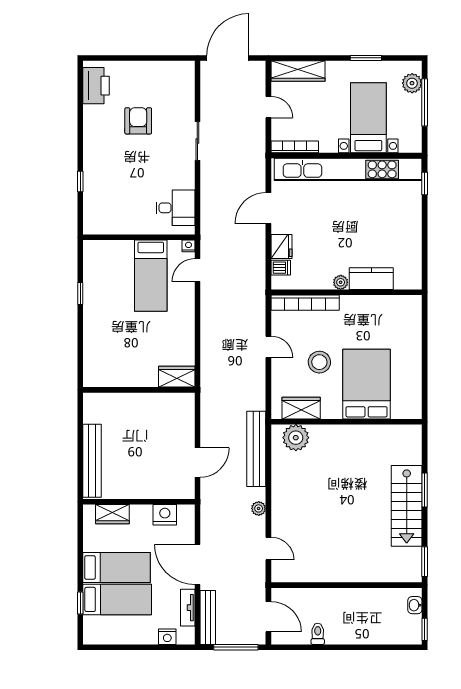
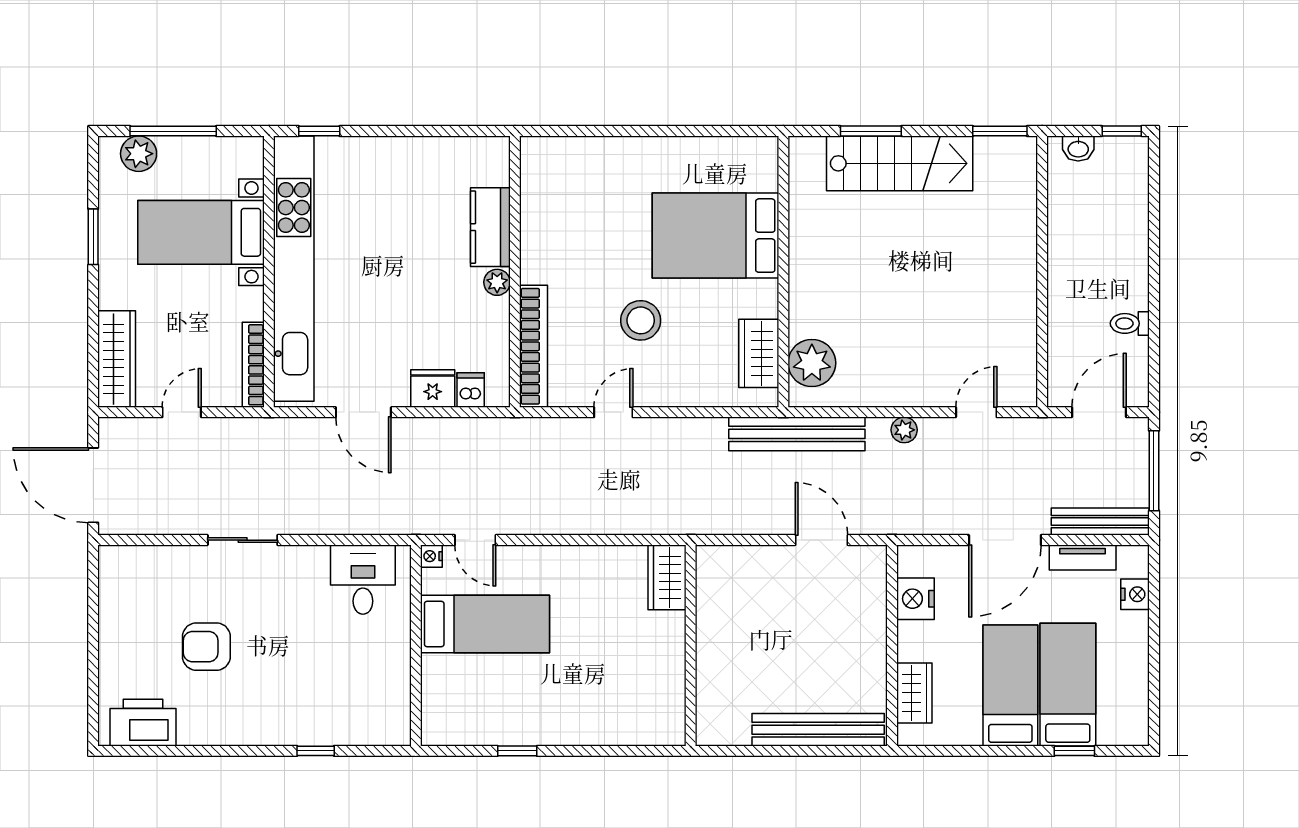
bed: (367, 384) -> (716, 236), moved
wardrobe: (301, 408) -> (759, 353), moved
wall: (347, 422) -> (783, 272), moved
plant: (296, 438) -> (812, 363), moved

